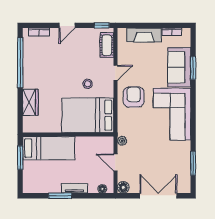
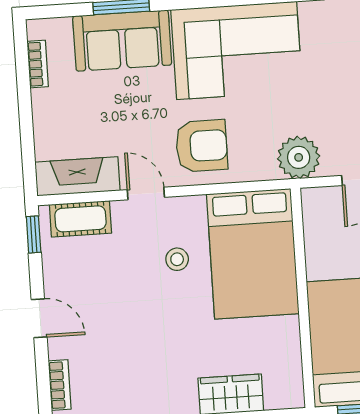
fireplace: (144, 35) -> (77, 176), moved, turned -90
armchair: (134, 97) -> (201, 146), turned 180
plant: (122, 141) -> (299, 157), width x1.88, depth x1.88

